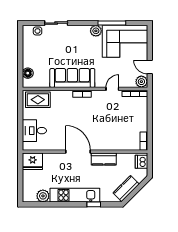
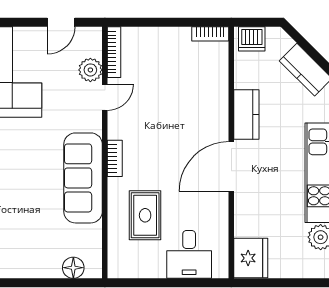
plant: (141, 82) -> (90, 70), moved
door: (112, 89) -> (105, 97), swing flipped
rug: (38, 100) -> (145, 215), moved

